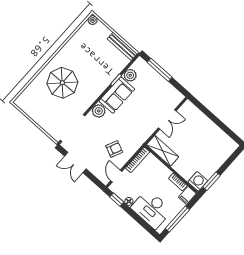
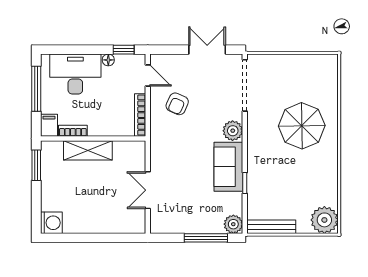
plant: (93, 20) -> (324, 220), width x1.88, depth x1.88
plant: (130, 75) -> (233, 224), moved
shelving: (163, 151) -> (88, 150), moved
washing machine: (198, 181) -> (51, 223), moved, turned -90

